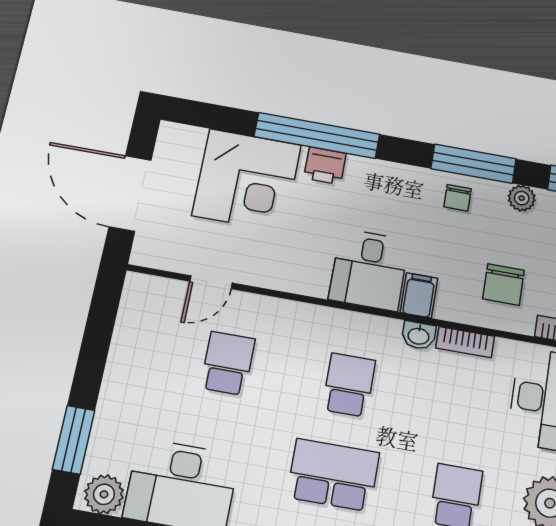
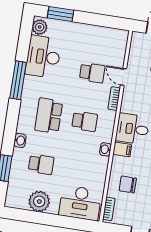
door: (211, 282) -> (124, 77), moved
bookcase: (465, 342) -> (114, 98), moved
school desk: (333, 475) -> (49, 116), turned 180

